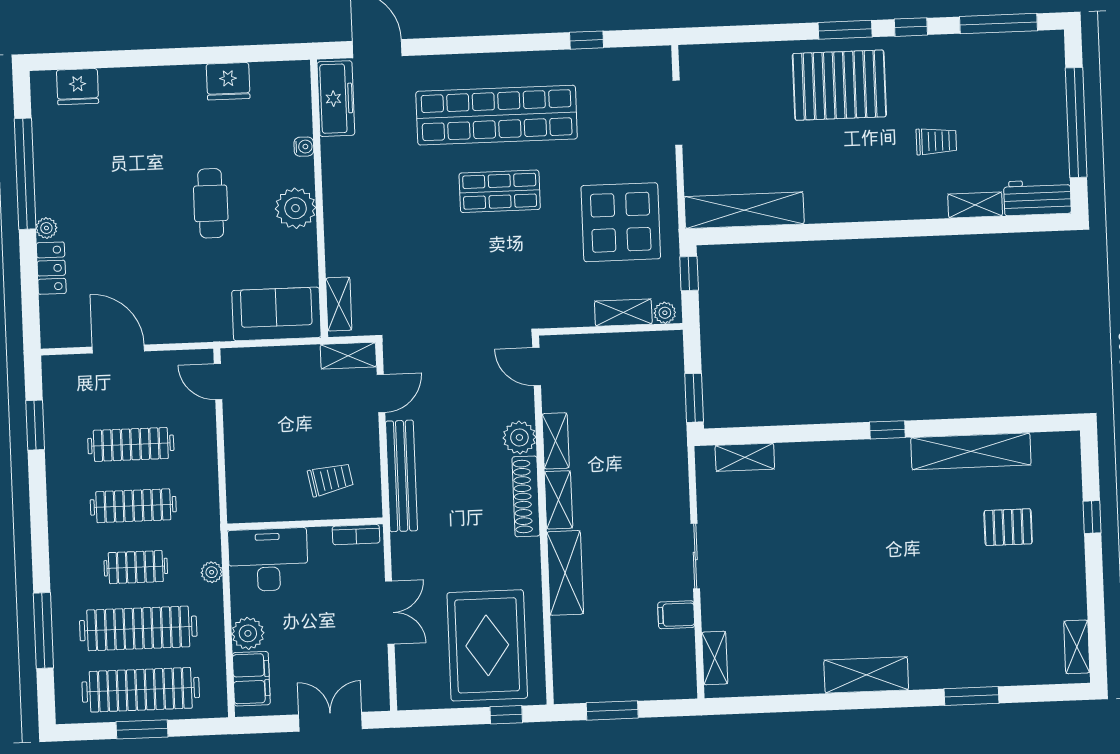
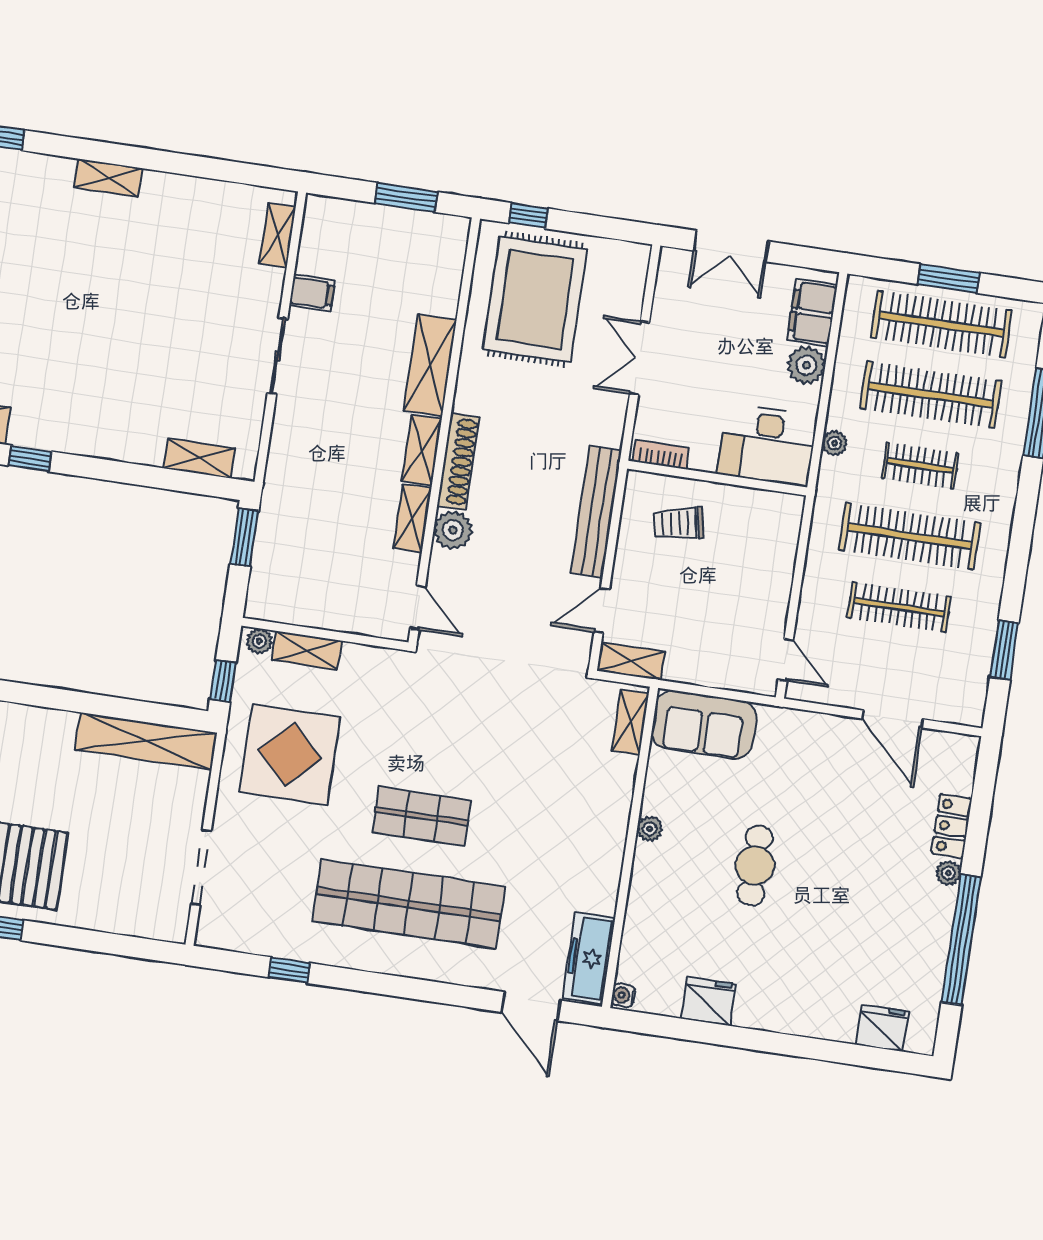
water cooler: (304, 147) -> (623, 995), moved
plant: (296, 208) -> (650, 829), width x0.53, depth x0.53
clothes rail: (133, 506) -> (910, 536), width x1.37, depth x1.31
shelving: (866, 675) -> (109, 178), width x0.67, depth x0.75

